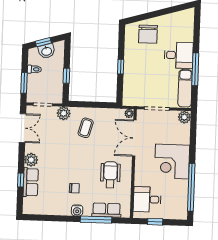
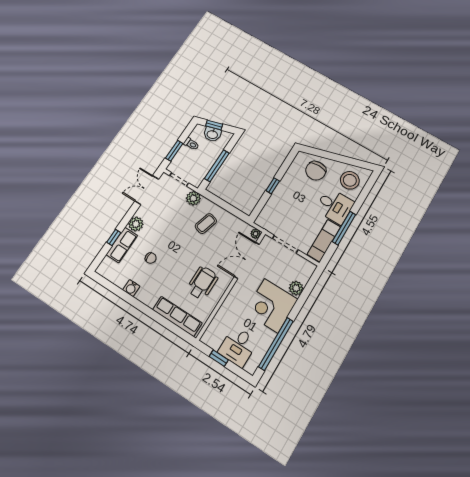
stool: (180, 27) -> (350, 180), added
window: (66, 76) -> (217, 166), width x2.17
plant: (184, 117) -> (296, 288), moved
double door: (22, 128) -> (147, 190), swing flipped
chair: (74, 188) -> (151, 258), moved
desk: (147, 199) -> (238, 346), moved, turned -90
water cooler: (77, 210) -> (131, 288), moved
row of seats: (106, 210) -> (177, 316), width x1.48
window: (96, 220) -> (161, 320), removed

